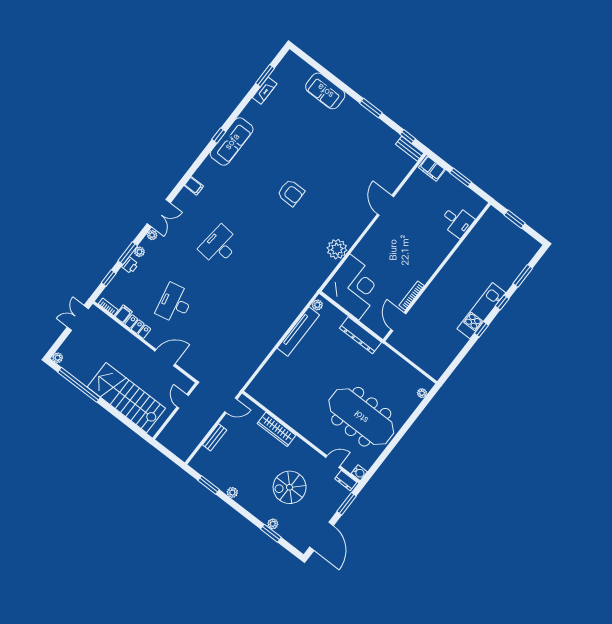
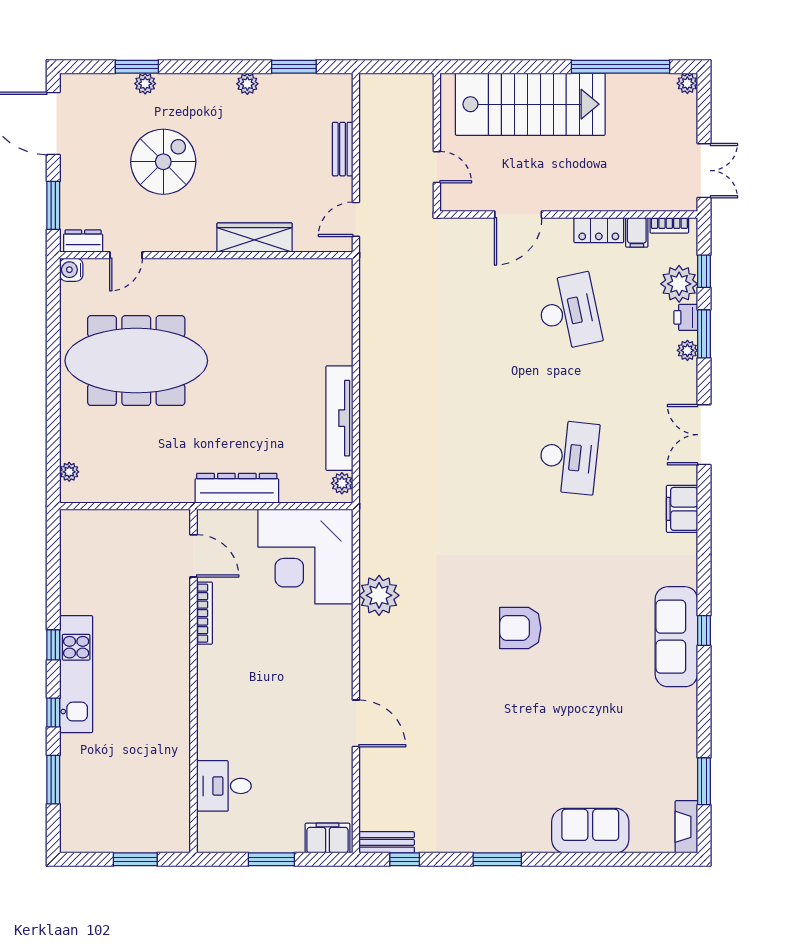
fireplace: (265, 91) -> (686, 827), moved
filing cabinet: (194, 186) -> (682, 509), width x2.00
plant: (152, 235) -> (679, 284), moved, width x1.87, depth x1.87

